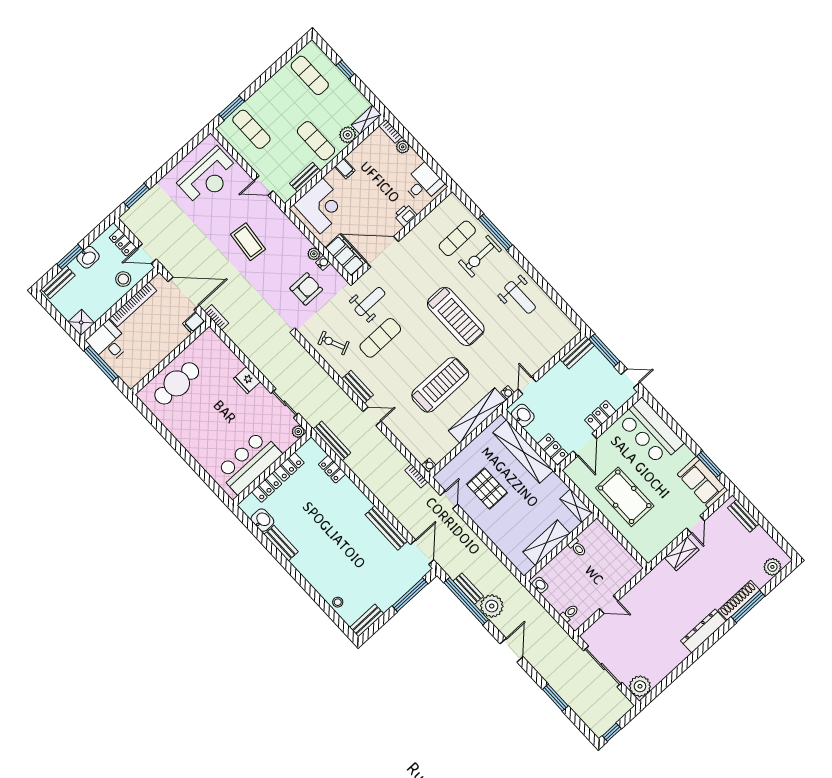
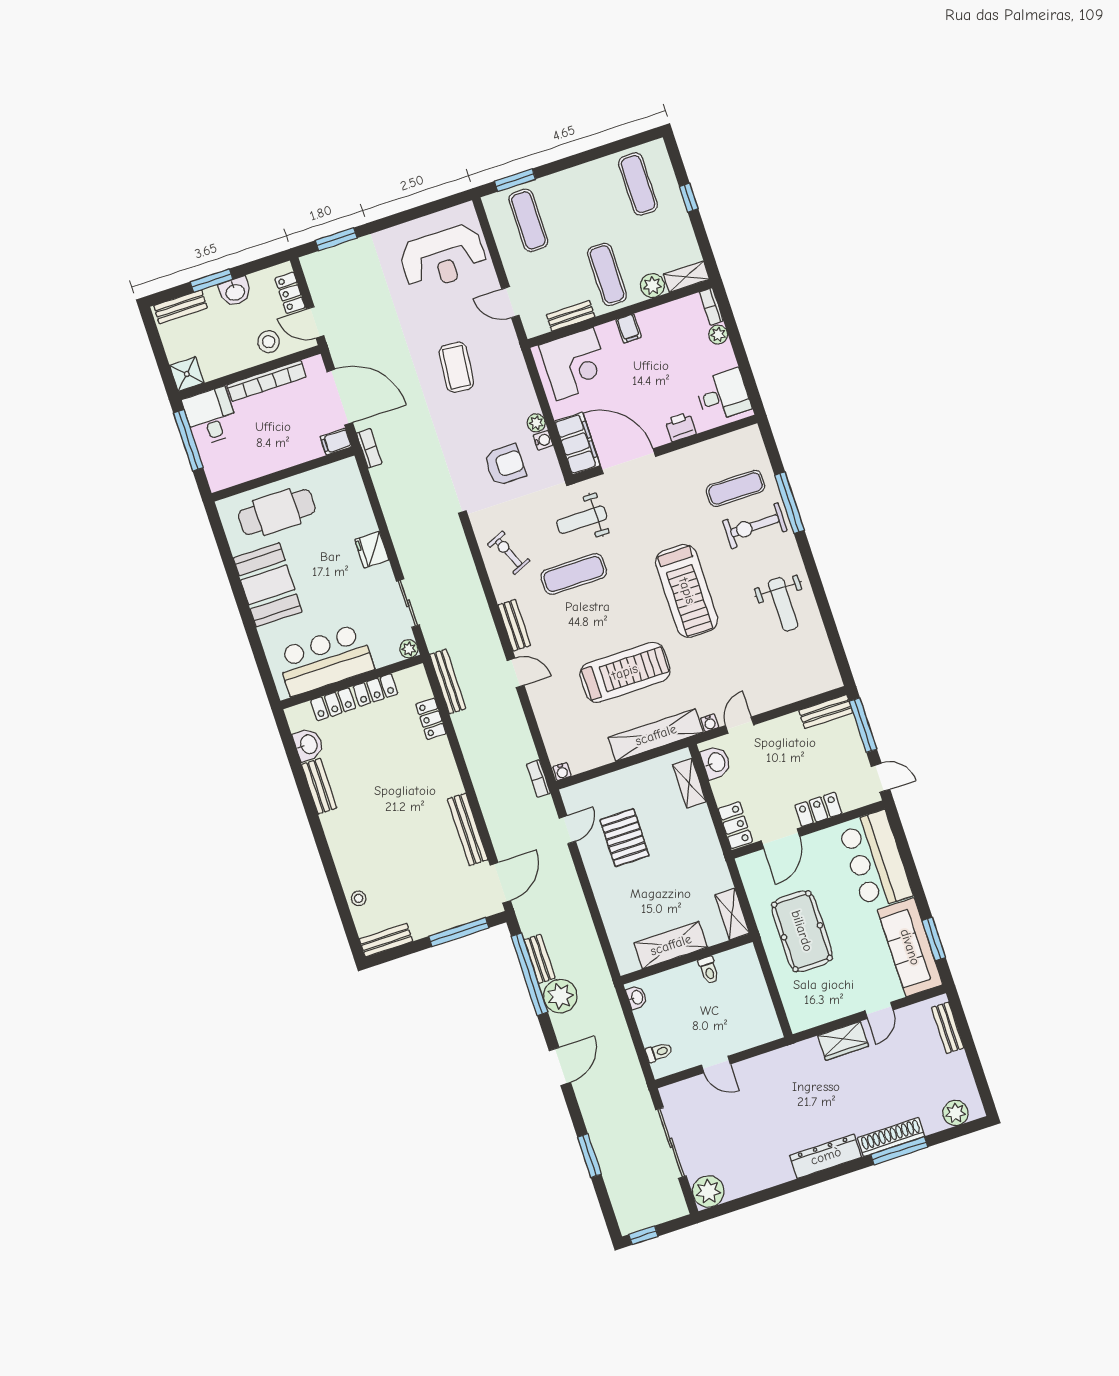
weight bench: (370, 302) -> (582, 520), turned 180
booth: (192, 432) -> (268, 585), added
shelving: (523, 452) -> (689, 783), width x0.45, depth x0.75
sofa: (703, 482) -> (910, 947), width x1.36

